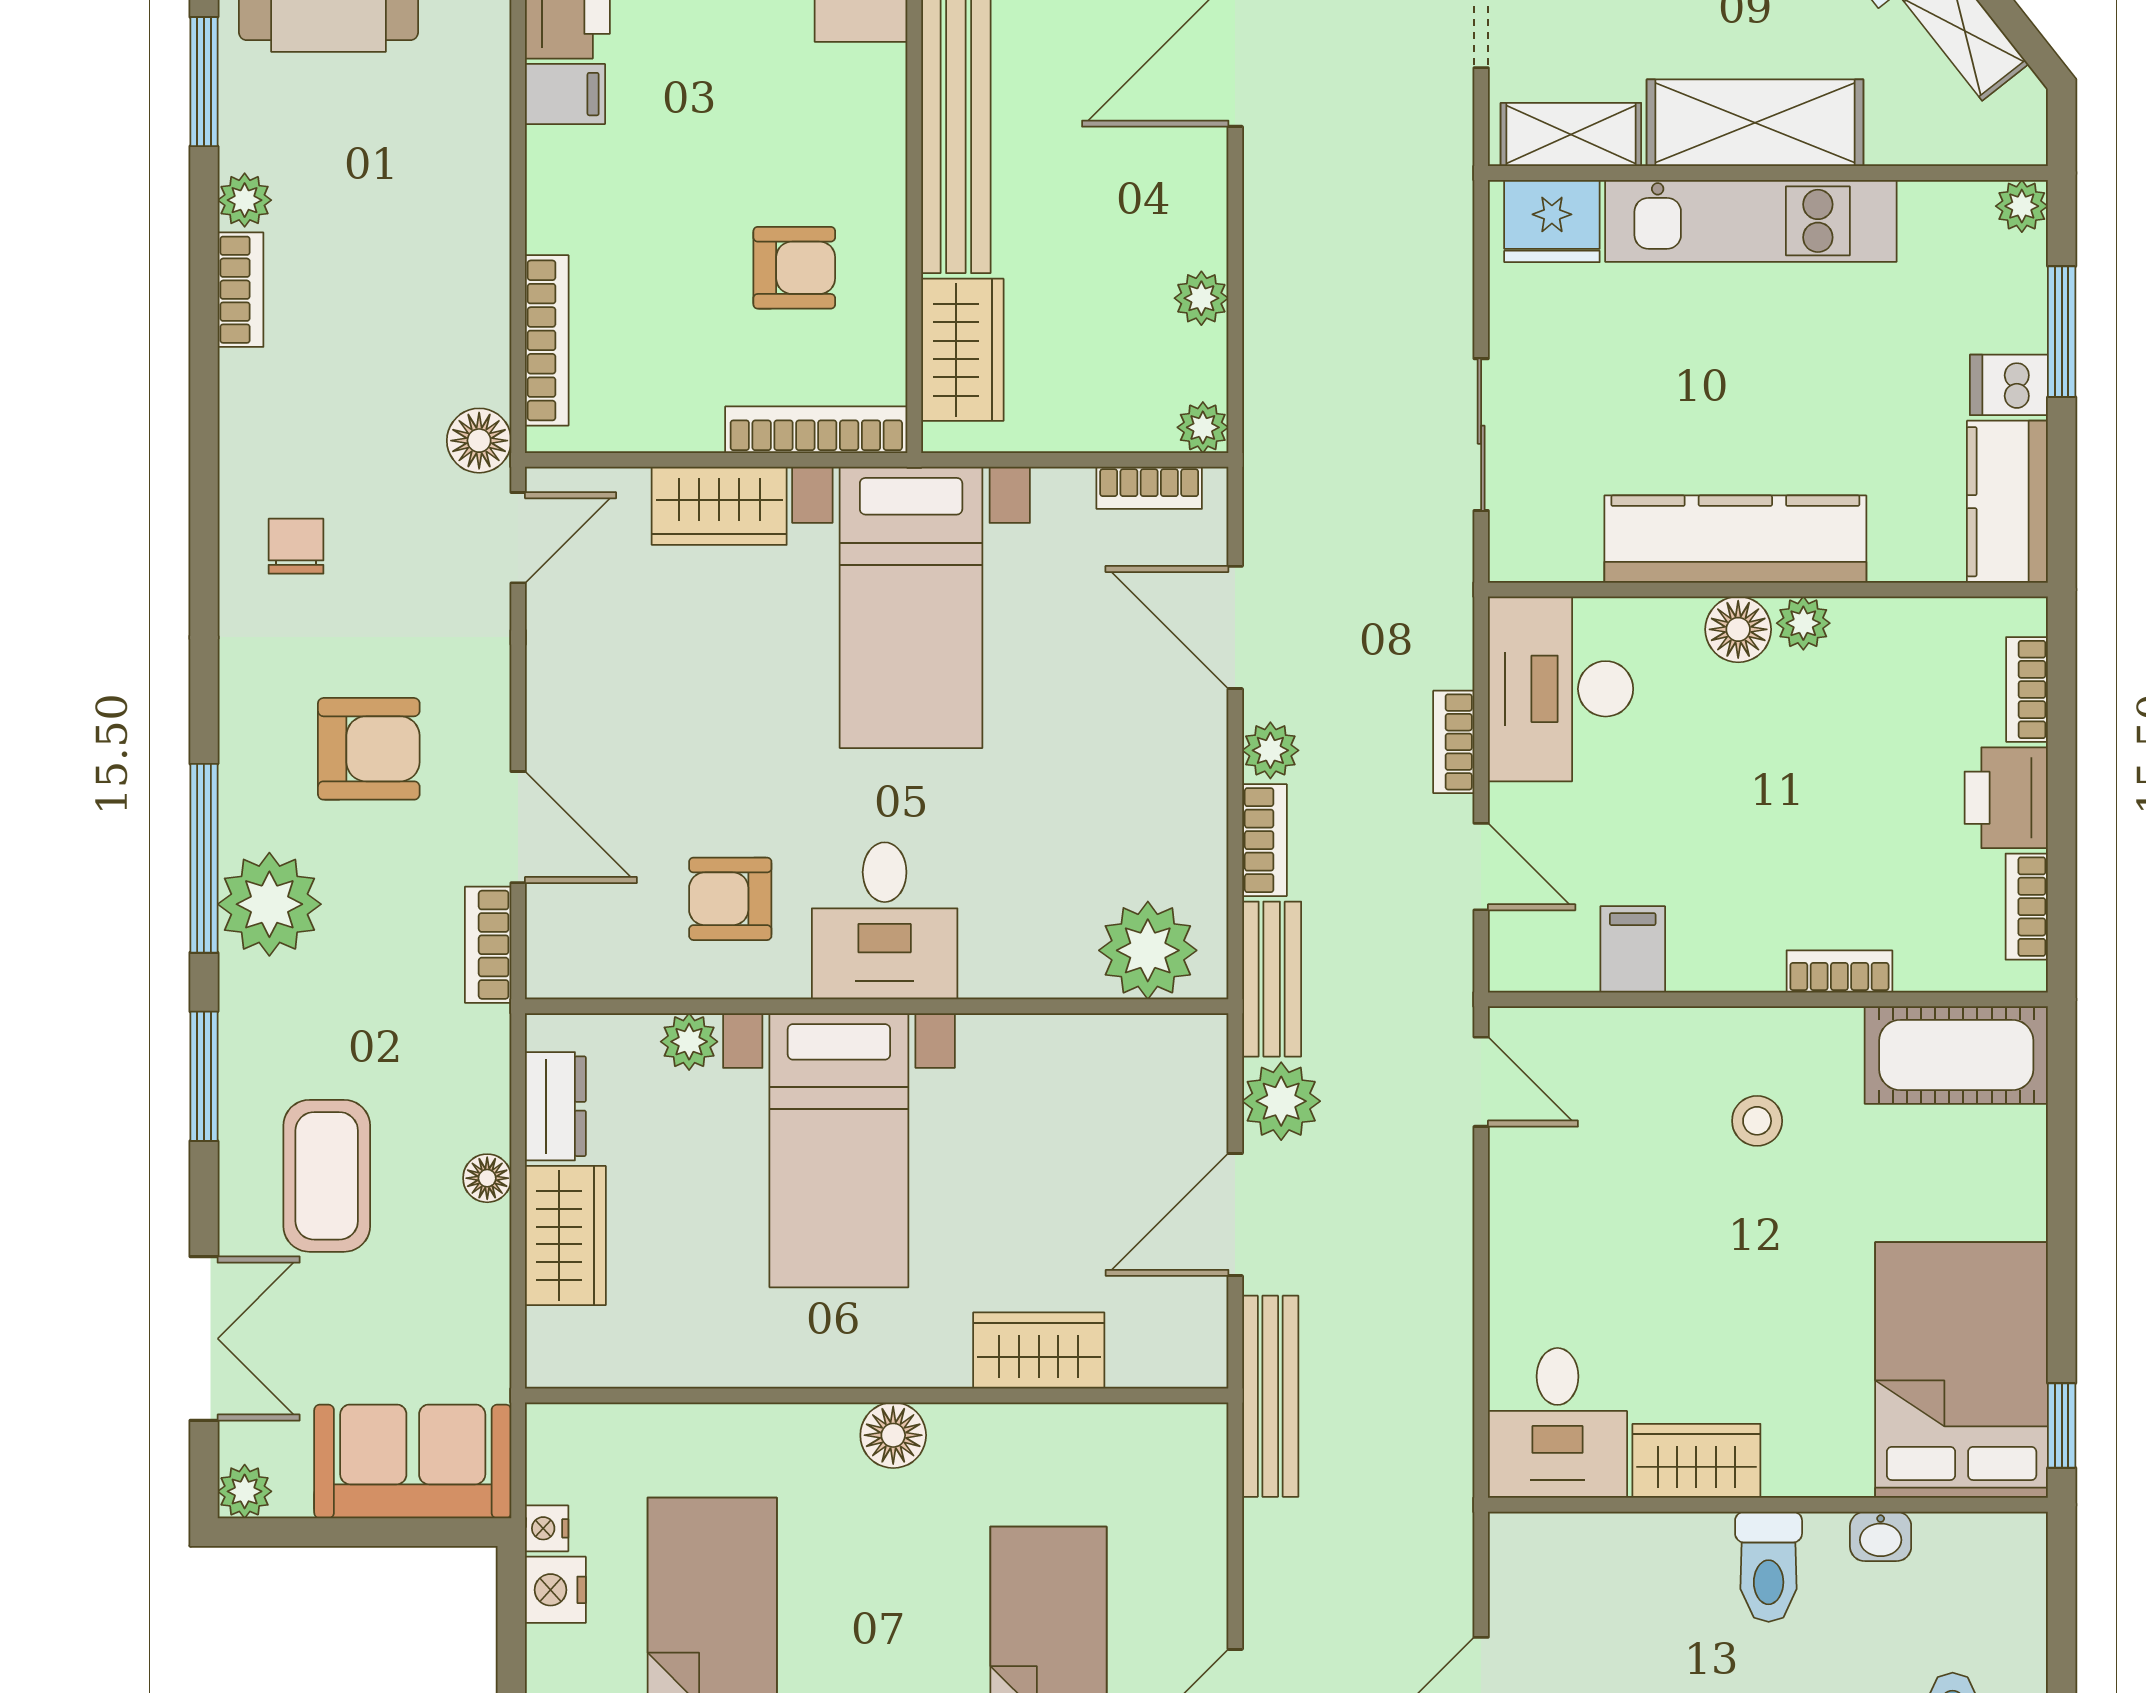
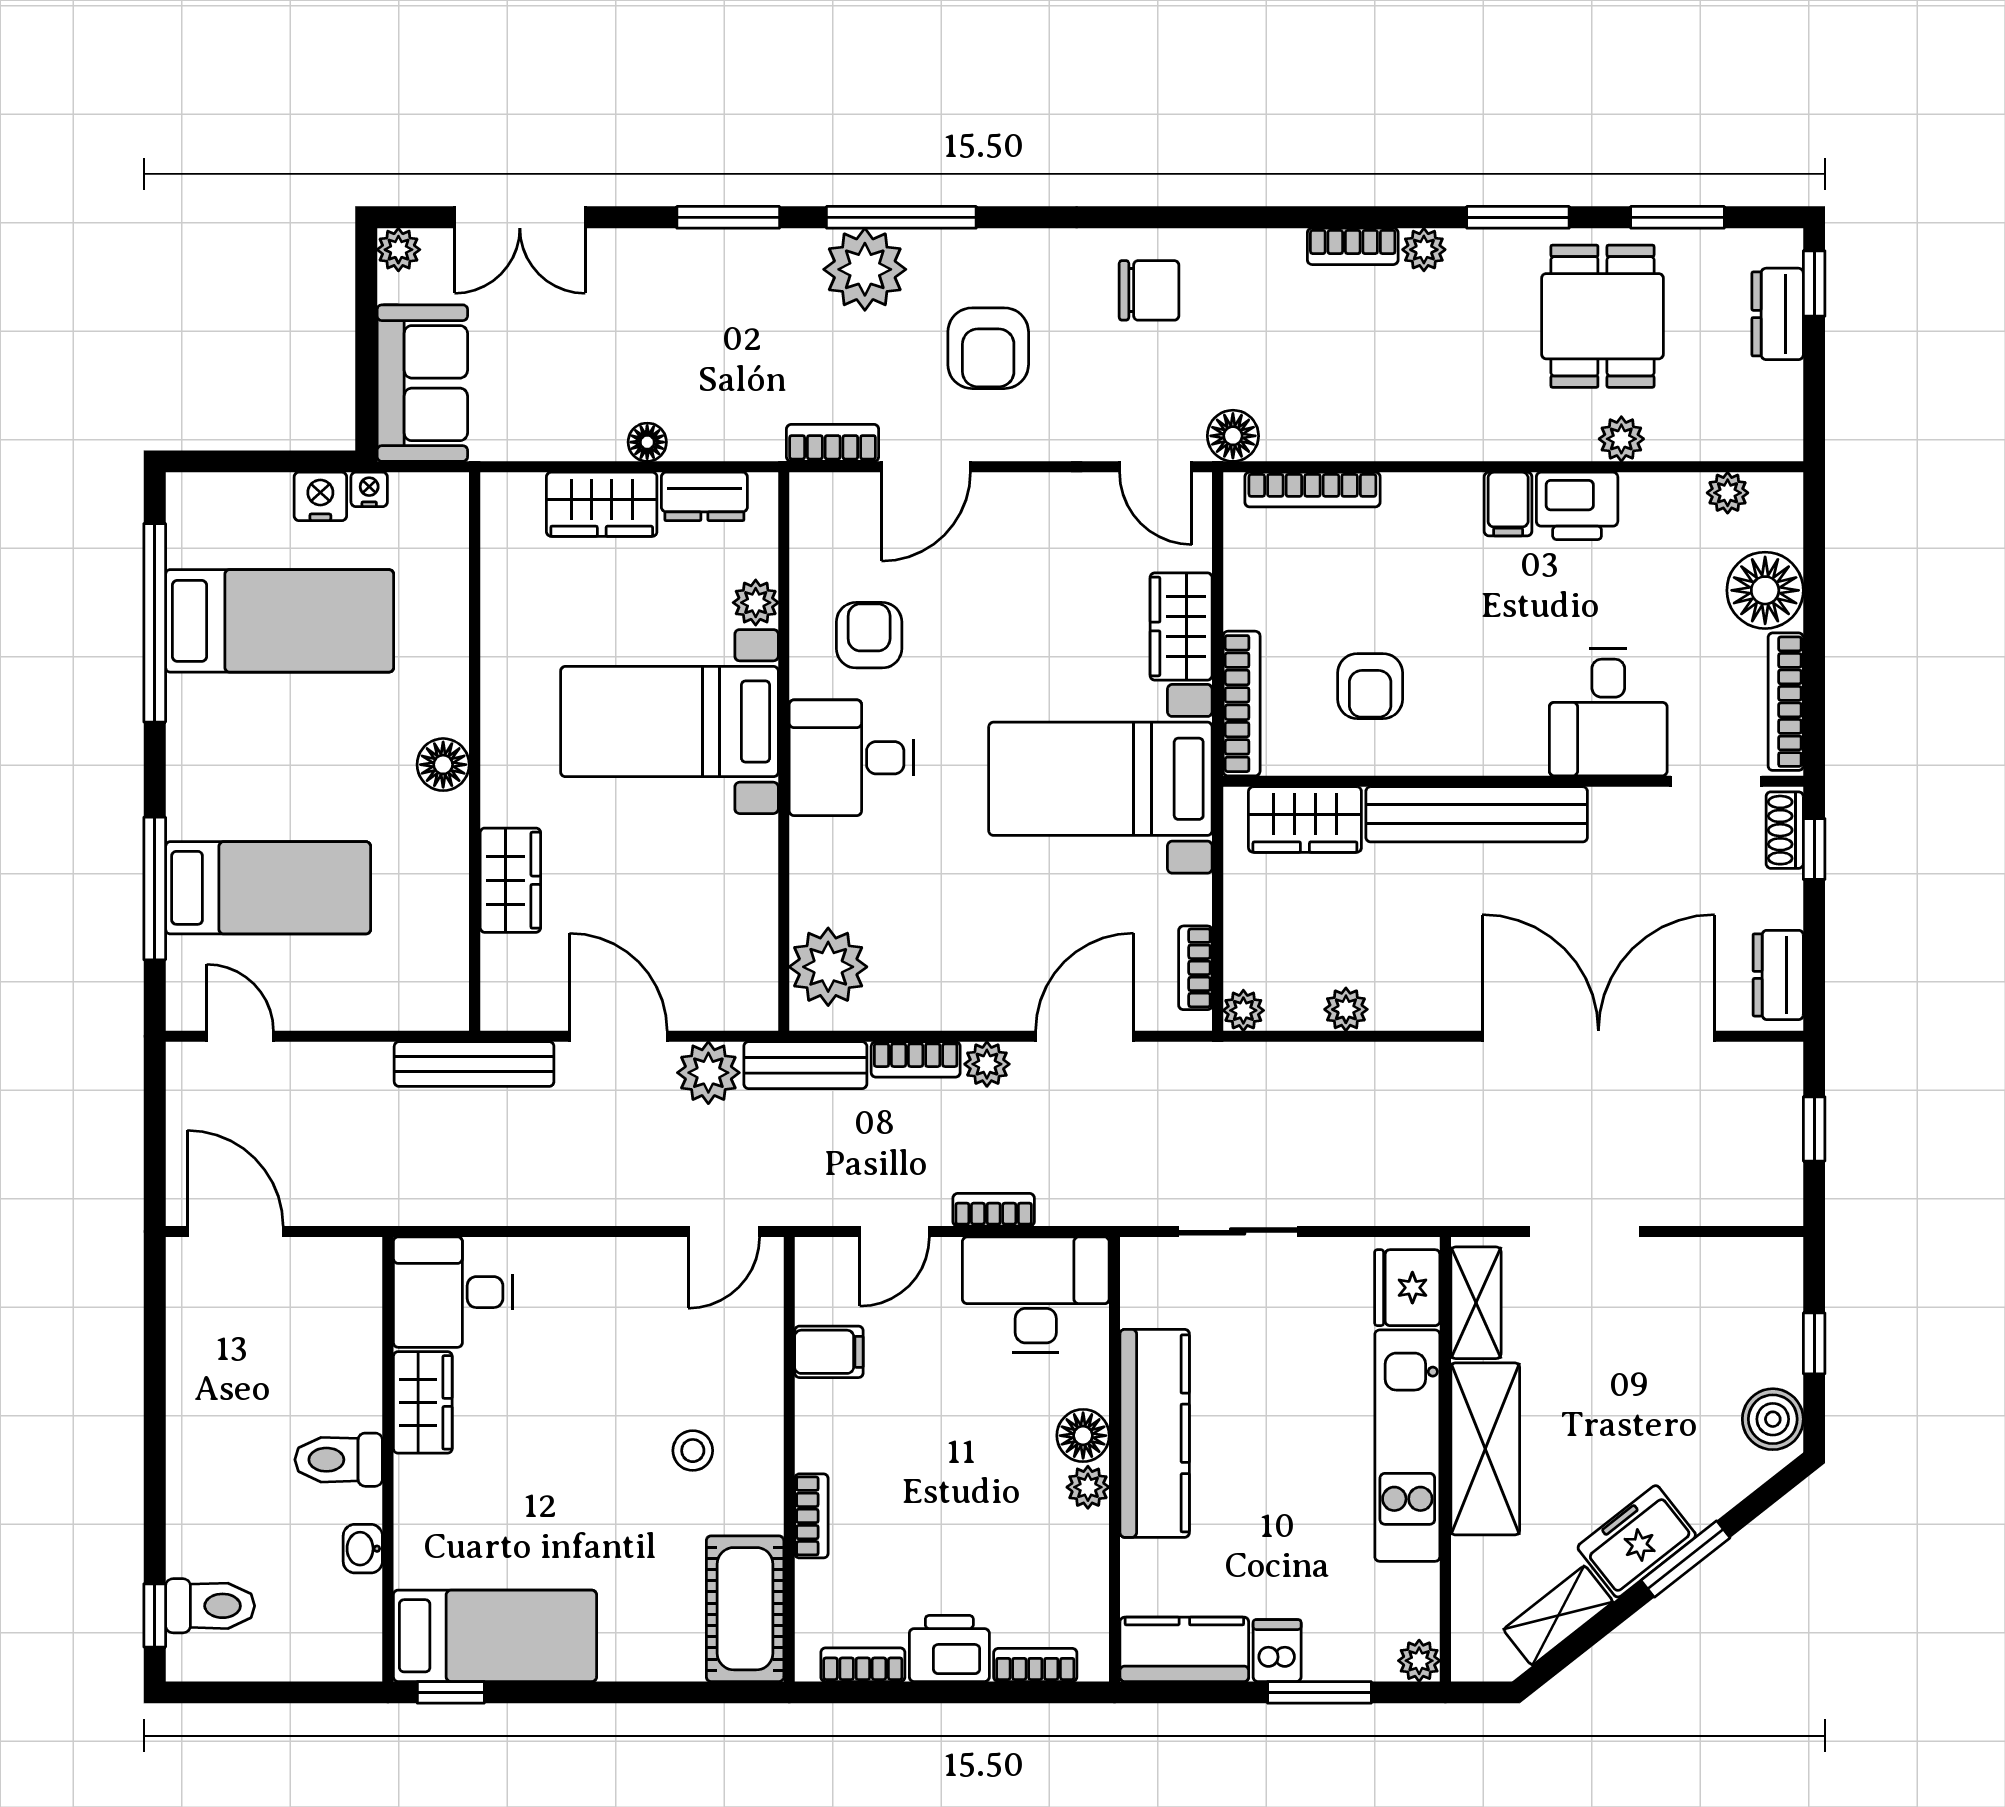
chair: (296, 546) -> (1149, 290), width x1.37, depth x1.37
coffee table: (327, 1176) -> (649, 315), removed
bed: (1962, 1370) -> (495, 1636), width x0.67

